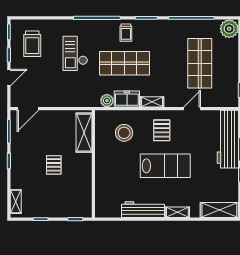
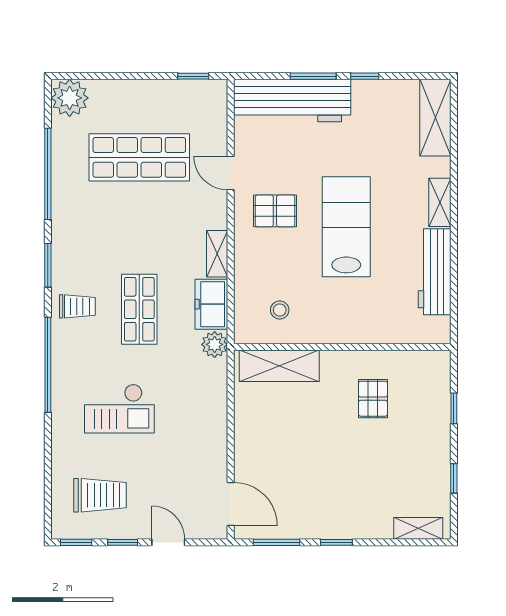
shop shelf: (124, 63) -> (139, 309), width x0.70, depth x0.74
pallet: (162, 130) -> (275, 211), moved
shelving: (84, 133) -> (279, 366), moved
stool: (124, 133) -> (280, 310), width x0.53, depth x0.53
wall: (93, 164) -> (342, 347), moved
pallet: (54, 165) -> (373, 399), moved, turned 90

